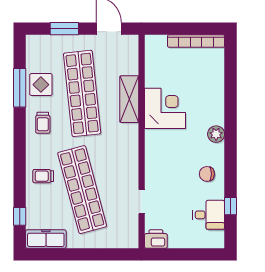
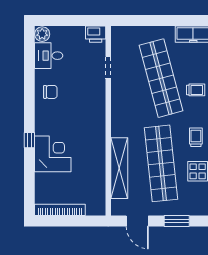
shelving: (129, 99) -> (119, 168), width x1.47
corner desk: (165, 108) -> (53, 154), moved, turned 180
plant: (216, 134) -> (42, 34), moved
window: (230, 206) -> (29, 140), moved

